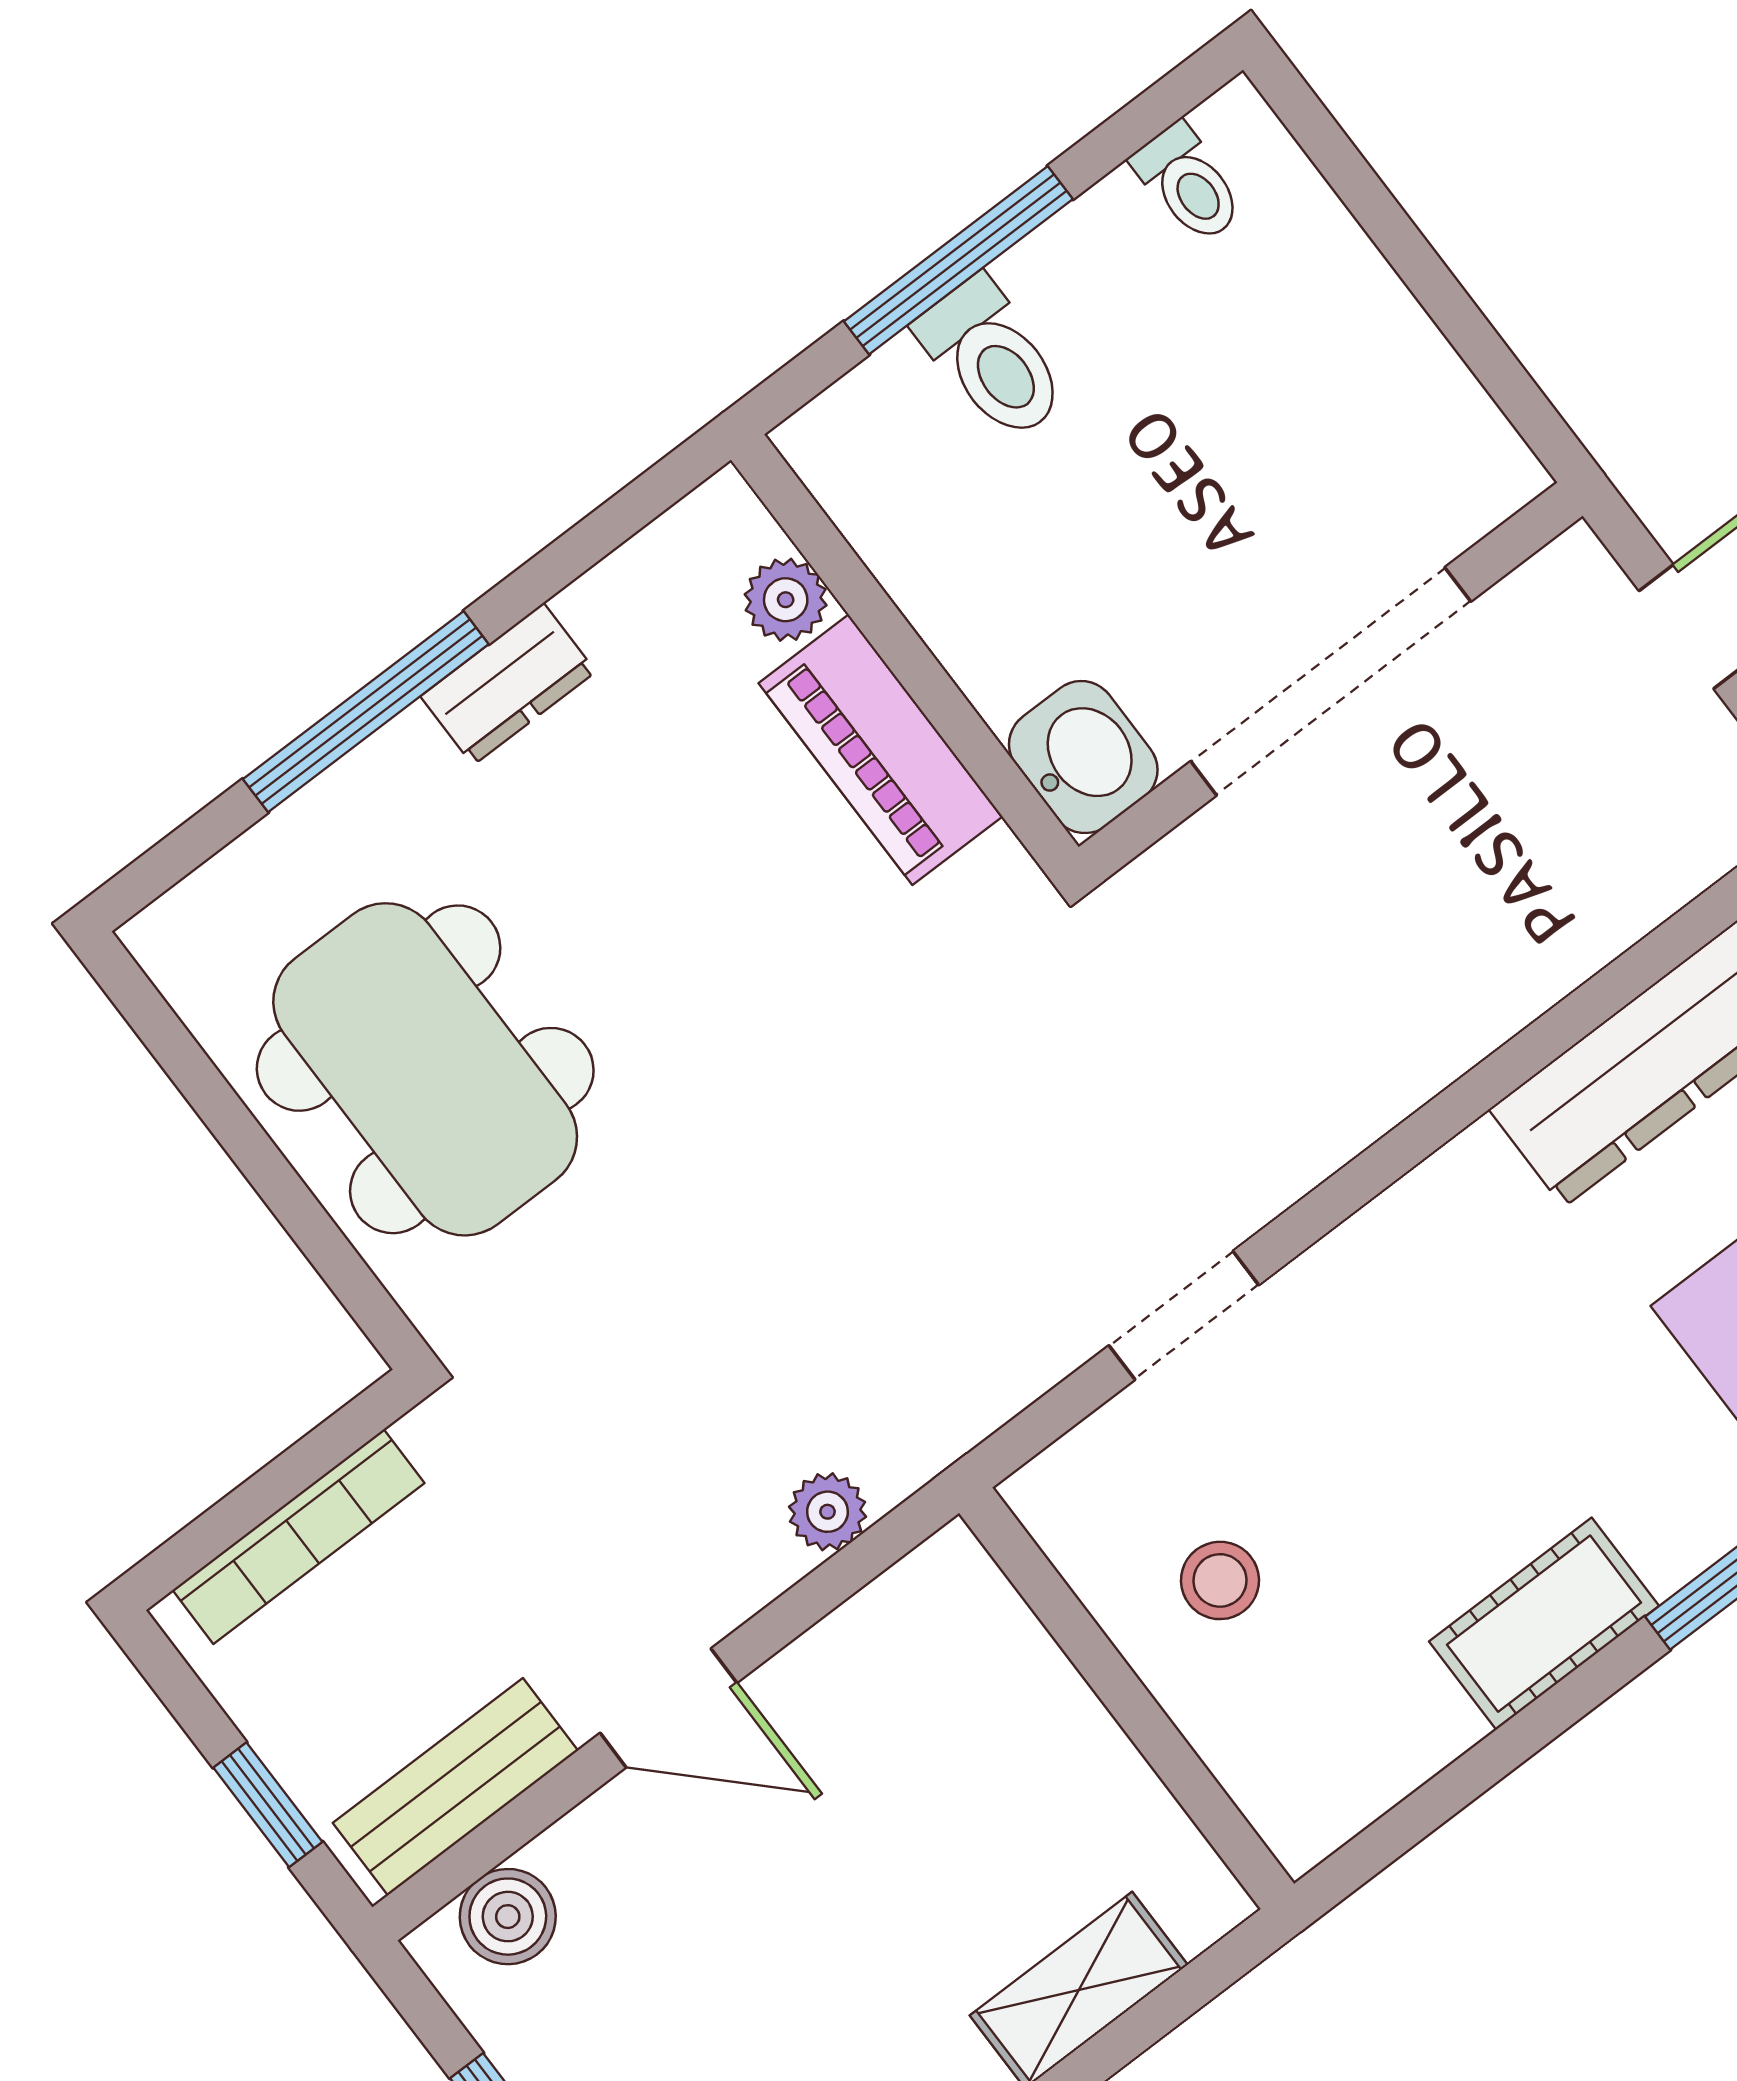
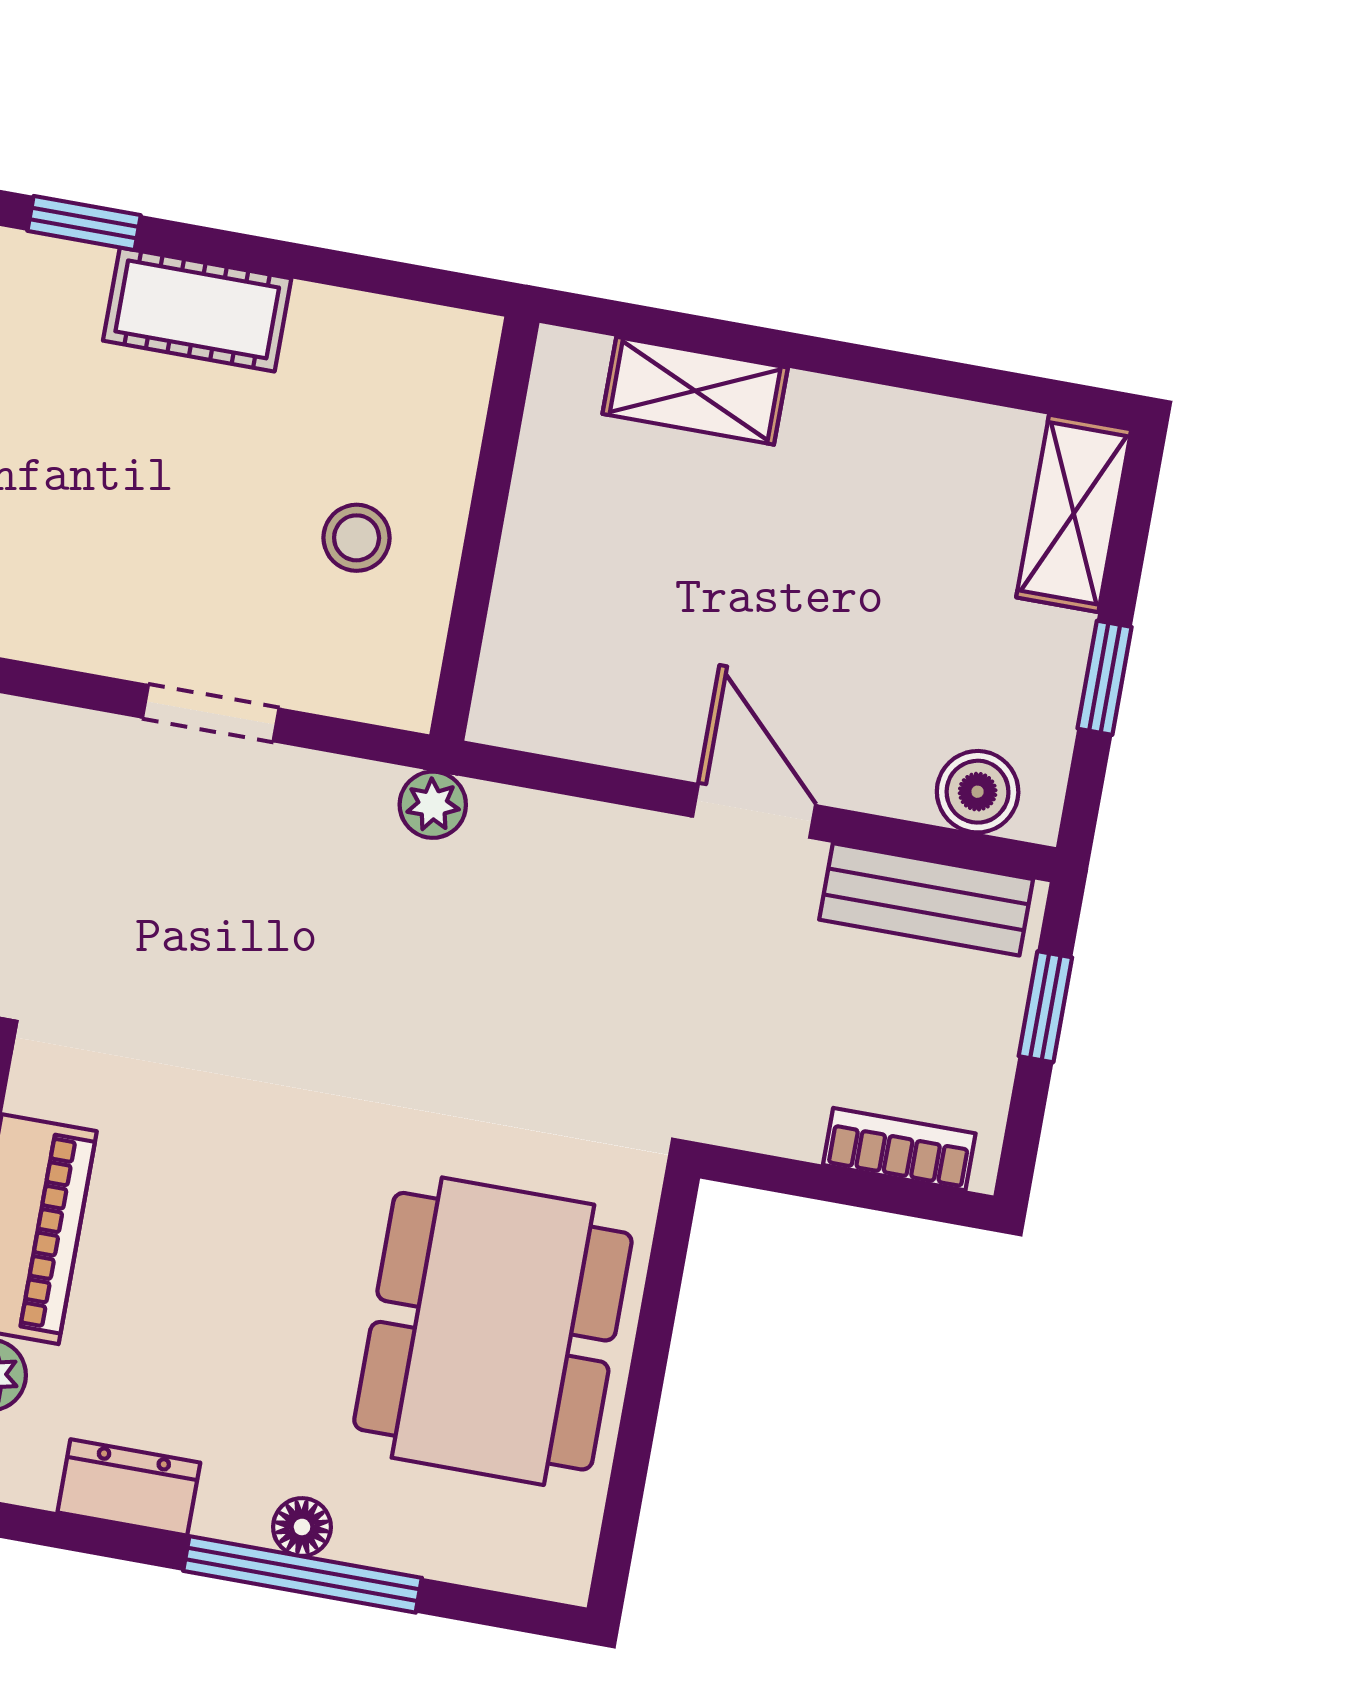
dresser: (508, 684) -> (129, 1487), moved
floor lamp: (407, 749) -> (302, 1527), added
plant: (828, 1512) -> (433, 805), moved
bookcase: (298, 1537) -> (899, 1149), width x0.64

